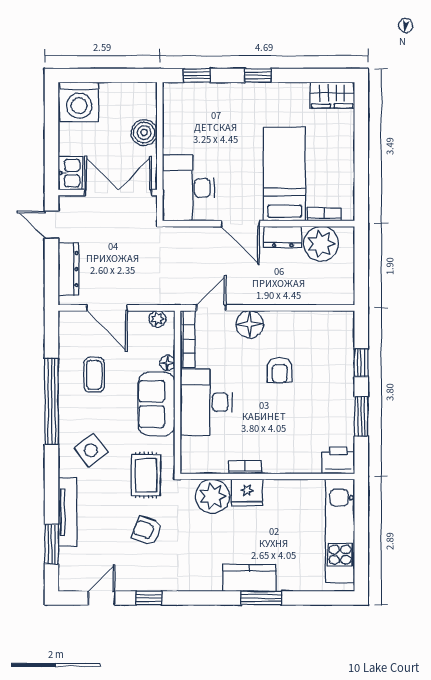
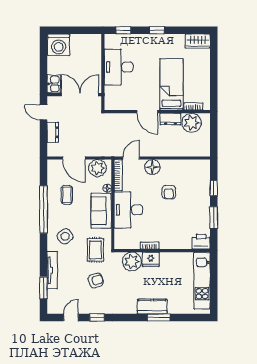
boiler: (144, 133) -> (94, 62), removed
desk: (188, 188) -> (119, 67), moved
dresser: (68, 269) -> (53, 132), width x0.70
plant: (157, 319) -> (98, 168), width x1.87, depth x1.87
armchair: (147, 531) -> (96, 281), turned 142

